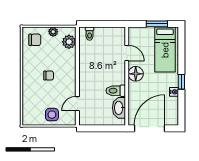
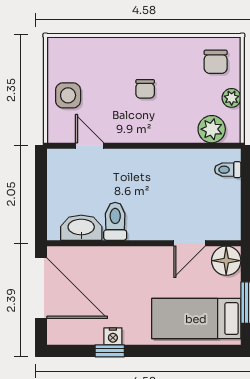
floor lamp: (136, 74) -> (226, 261), moved
window: (181, 82) -> (110, 351), moved

